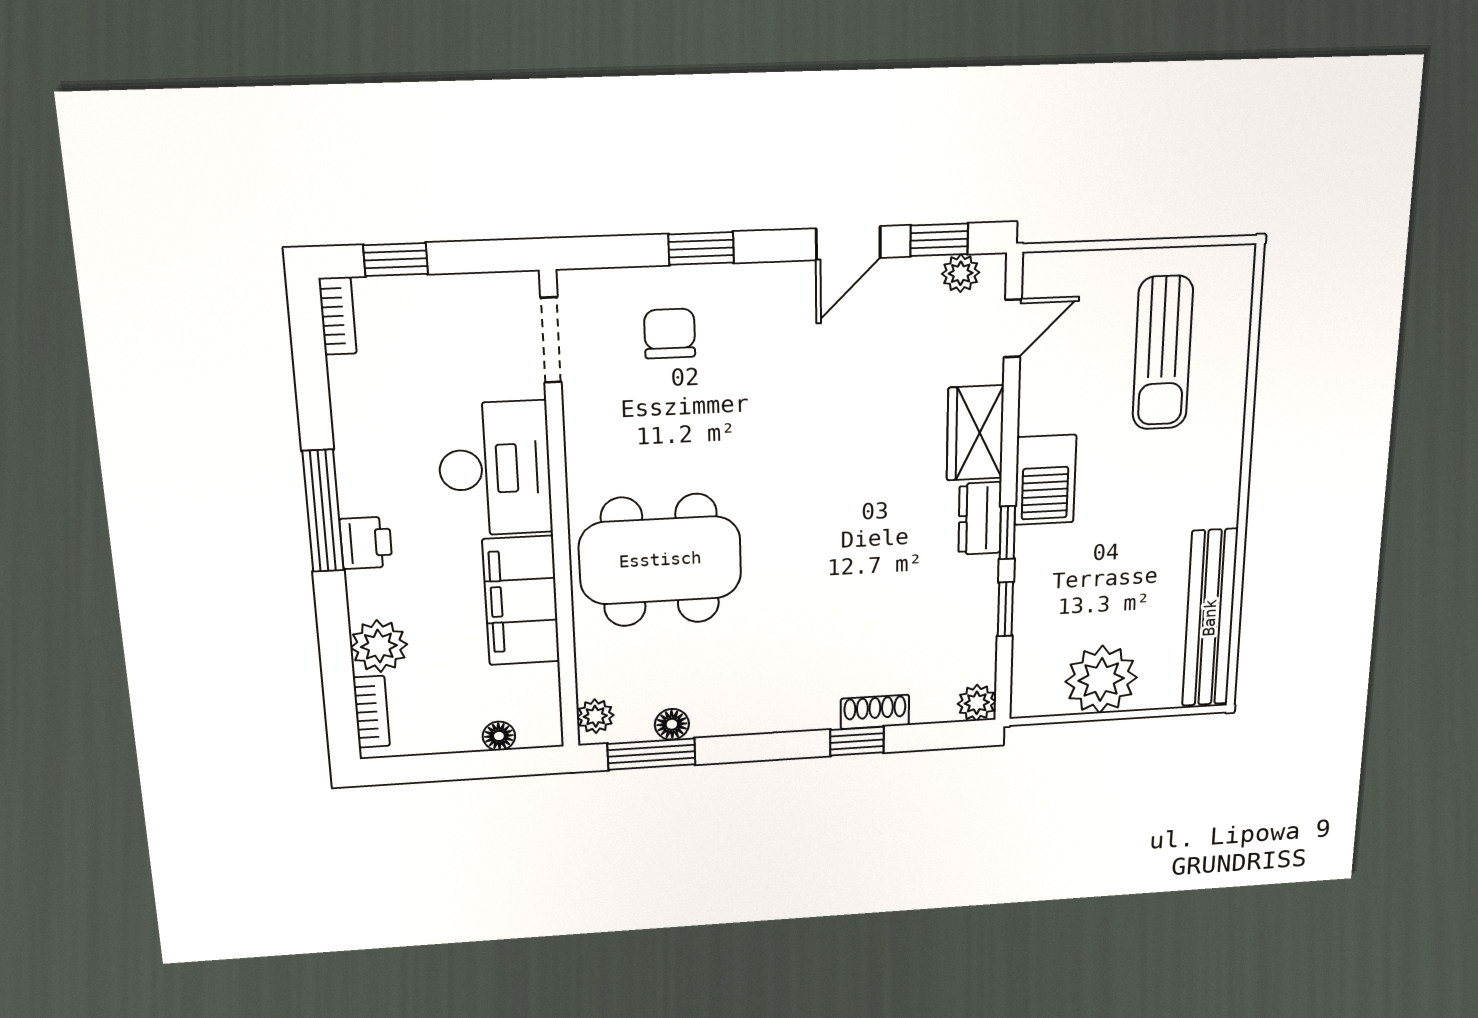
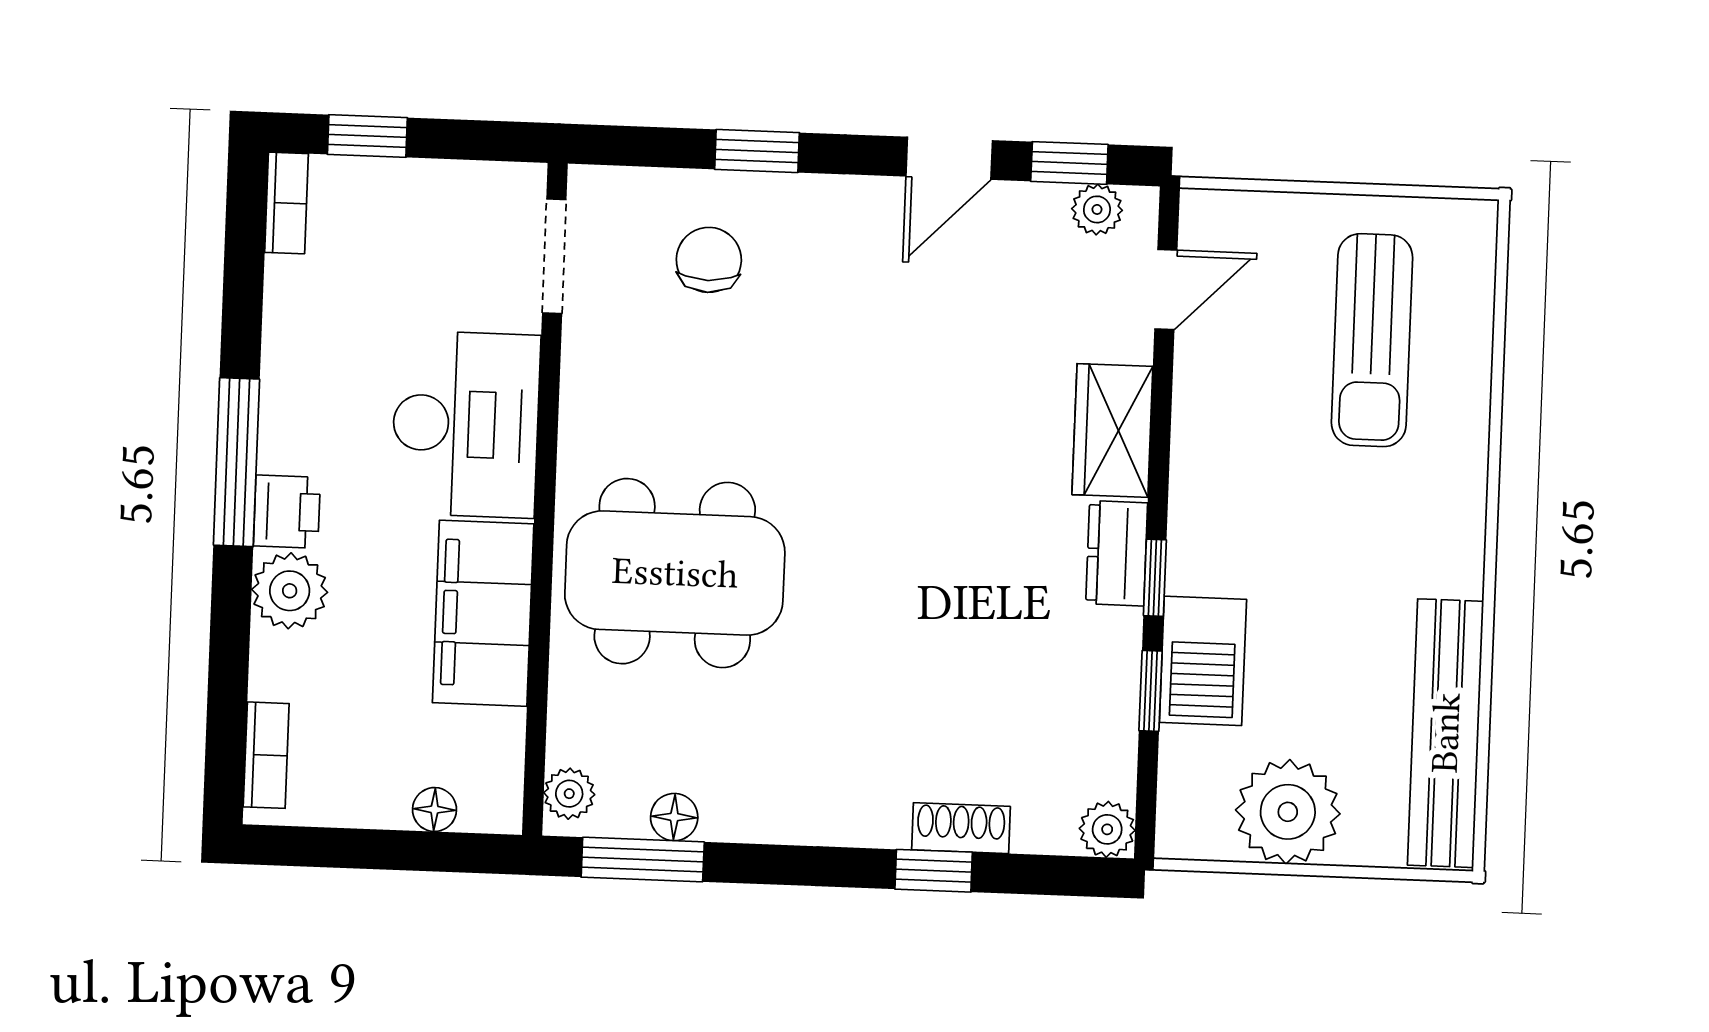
barbecue: (1045, 480) -> (1203, 661), moved
plant: (379, 646) -> (290, 591), moved

